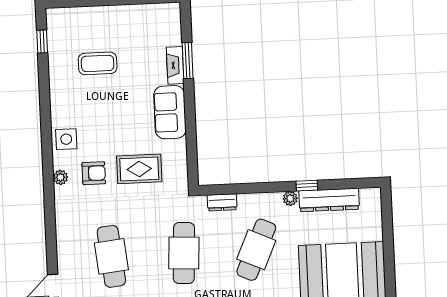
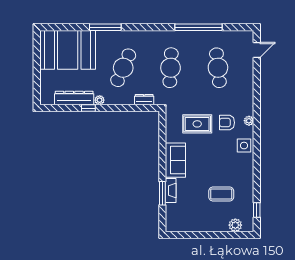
plant: (74, 17) -> (235, 225), added

